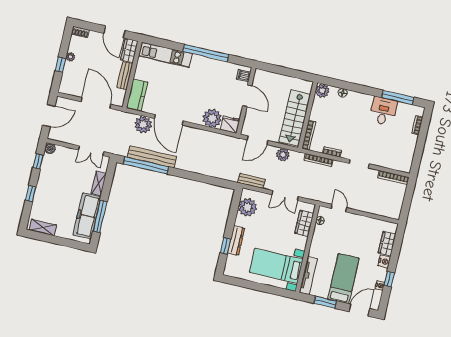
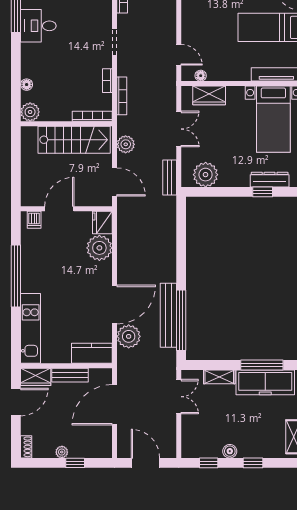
boiler: (50, 148) -> (230, 451), moved
door: (339, 208) -> (179, 55), swing flipped
dresser: (236, 240) -> (270, 180), moved

